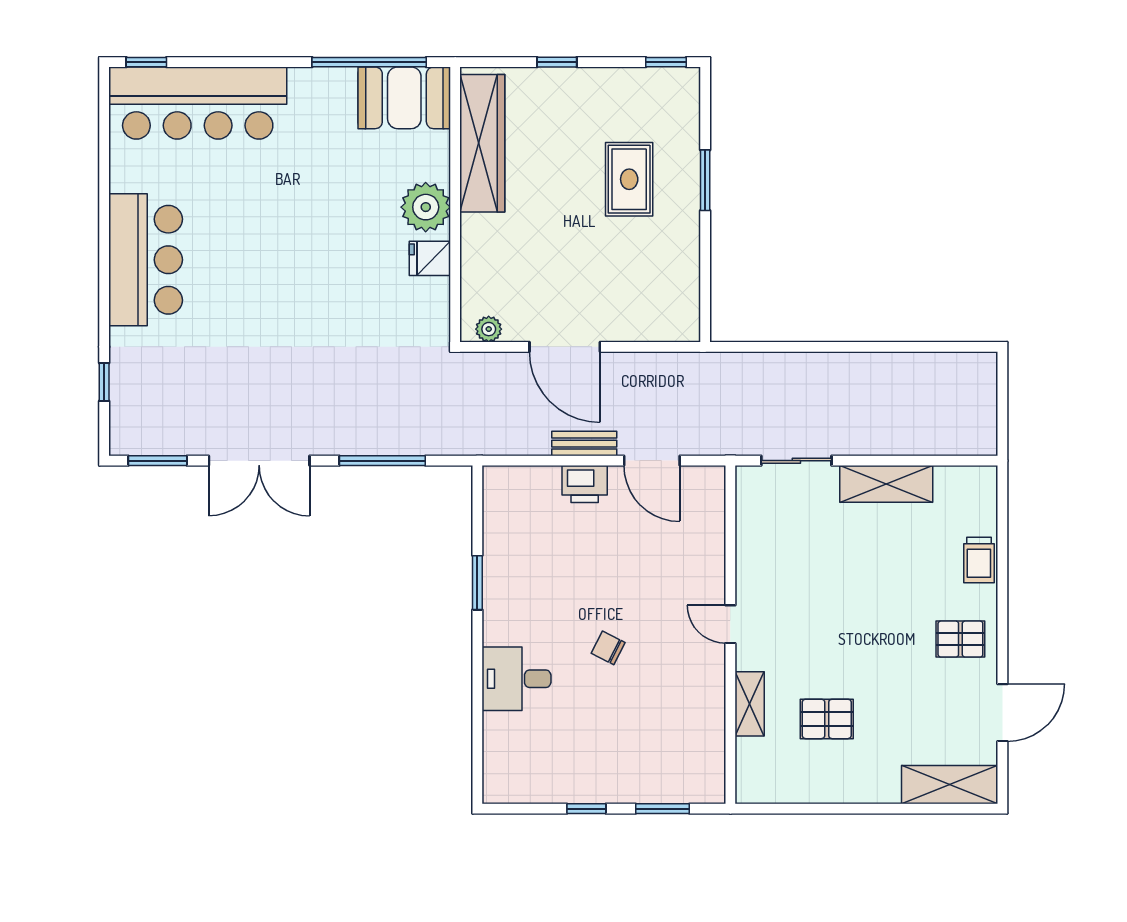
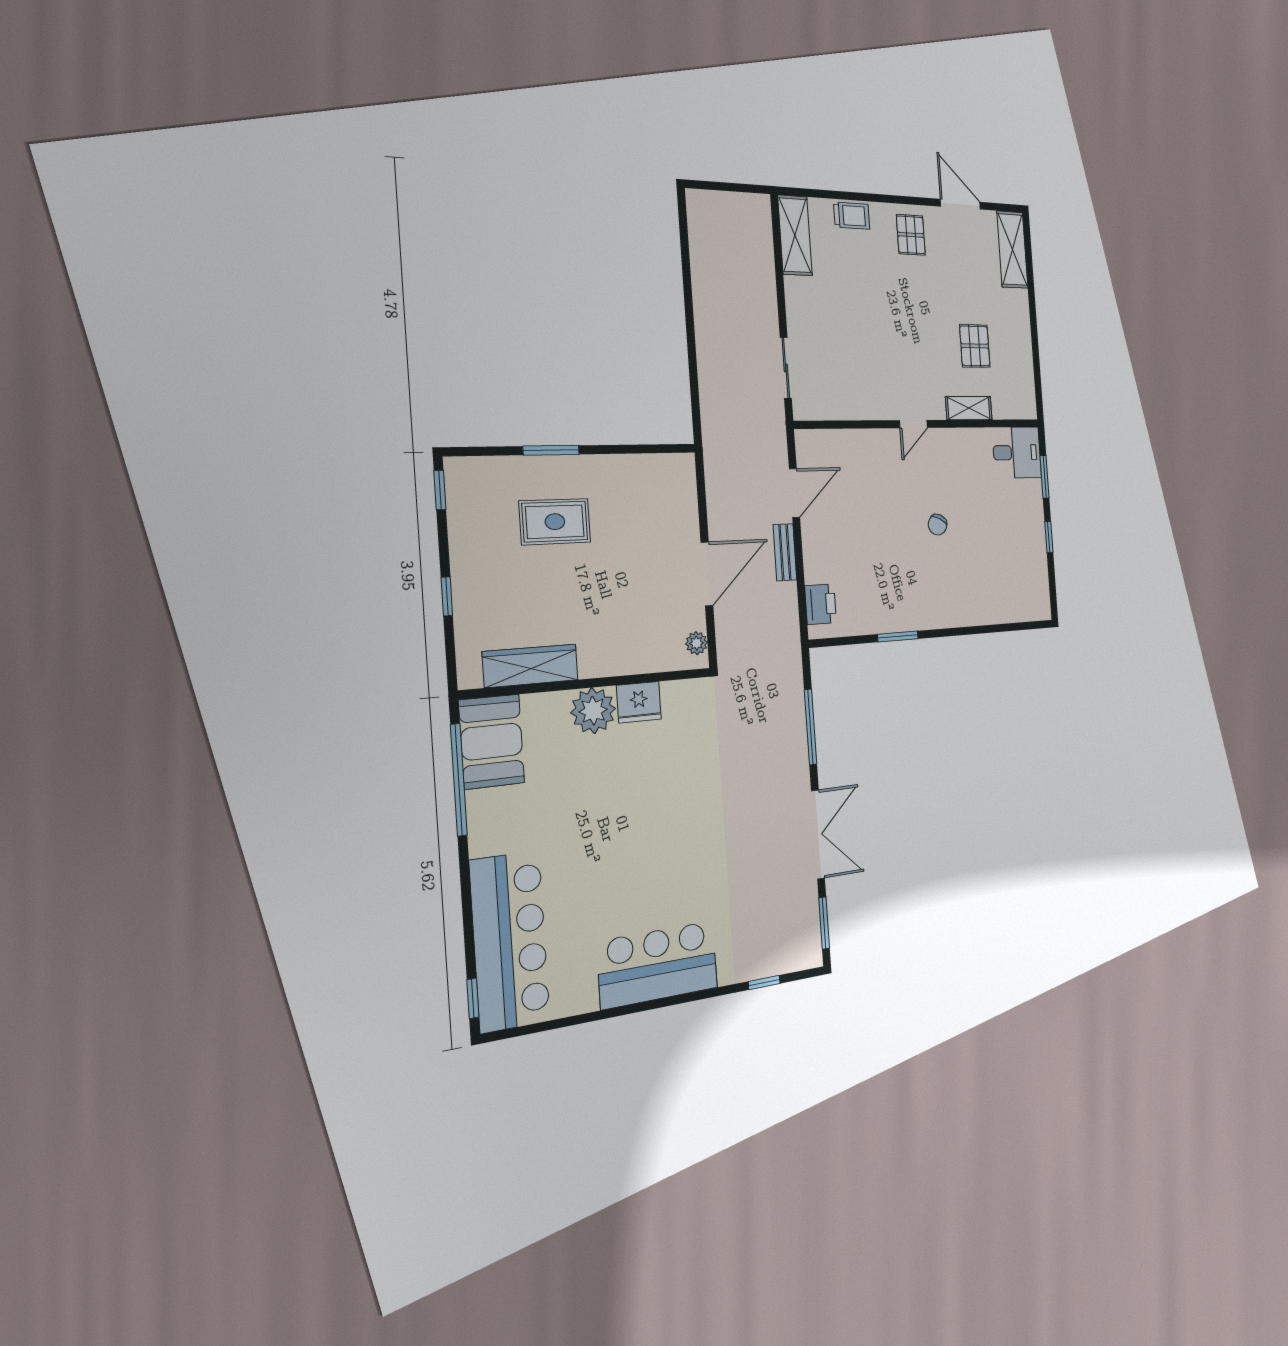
wardrobe: (482, 143) -> (531, 666), width x0.71, depth x0.85
fridge: (430, 258) -> (639, 702), width x1.38
printer: (585, 484) -> (821, 604), moved
shelving: (886, 484) -> (795, 235), moved
desk: (516, 679) -> (1017, 453), moved, turned -90

